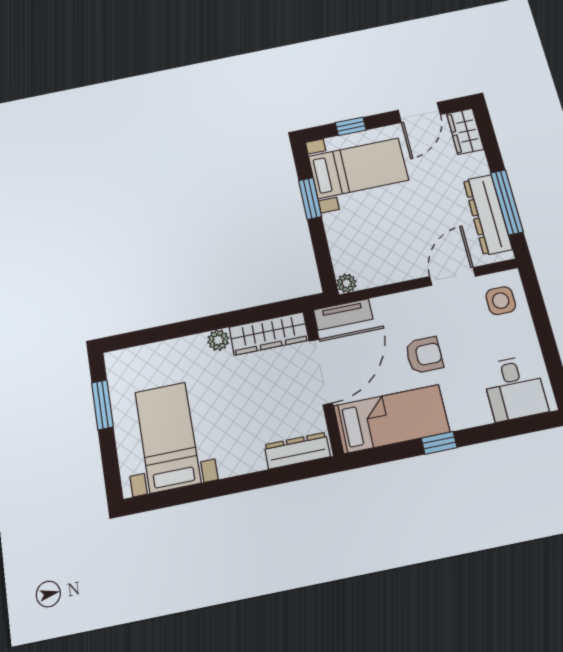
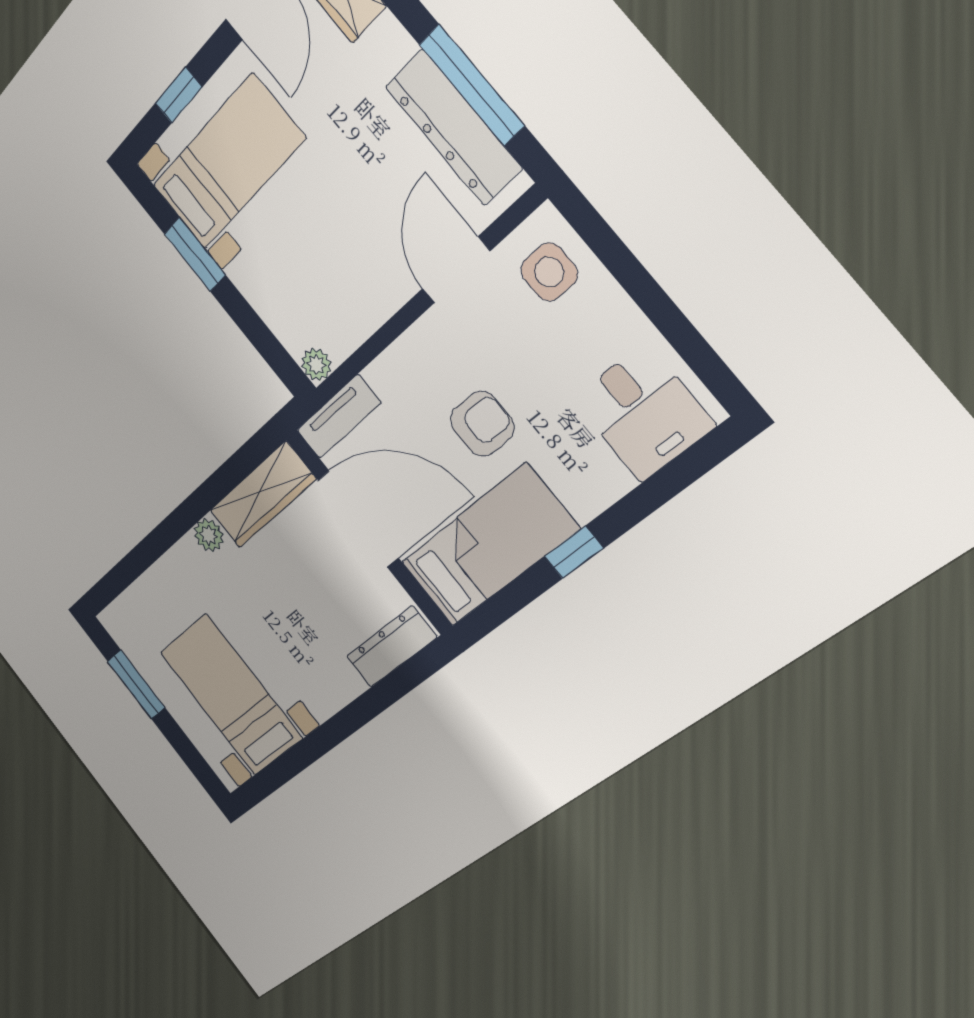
door: (321, 372) -> (358, 519), hinge flipped

